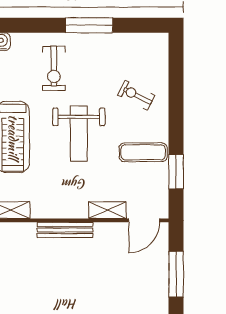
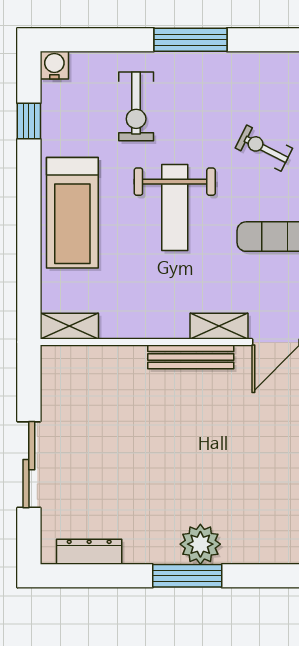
bench: (65, 230) -> (191, 357), moved

